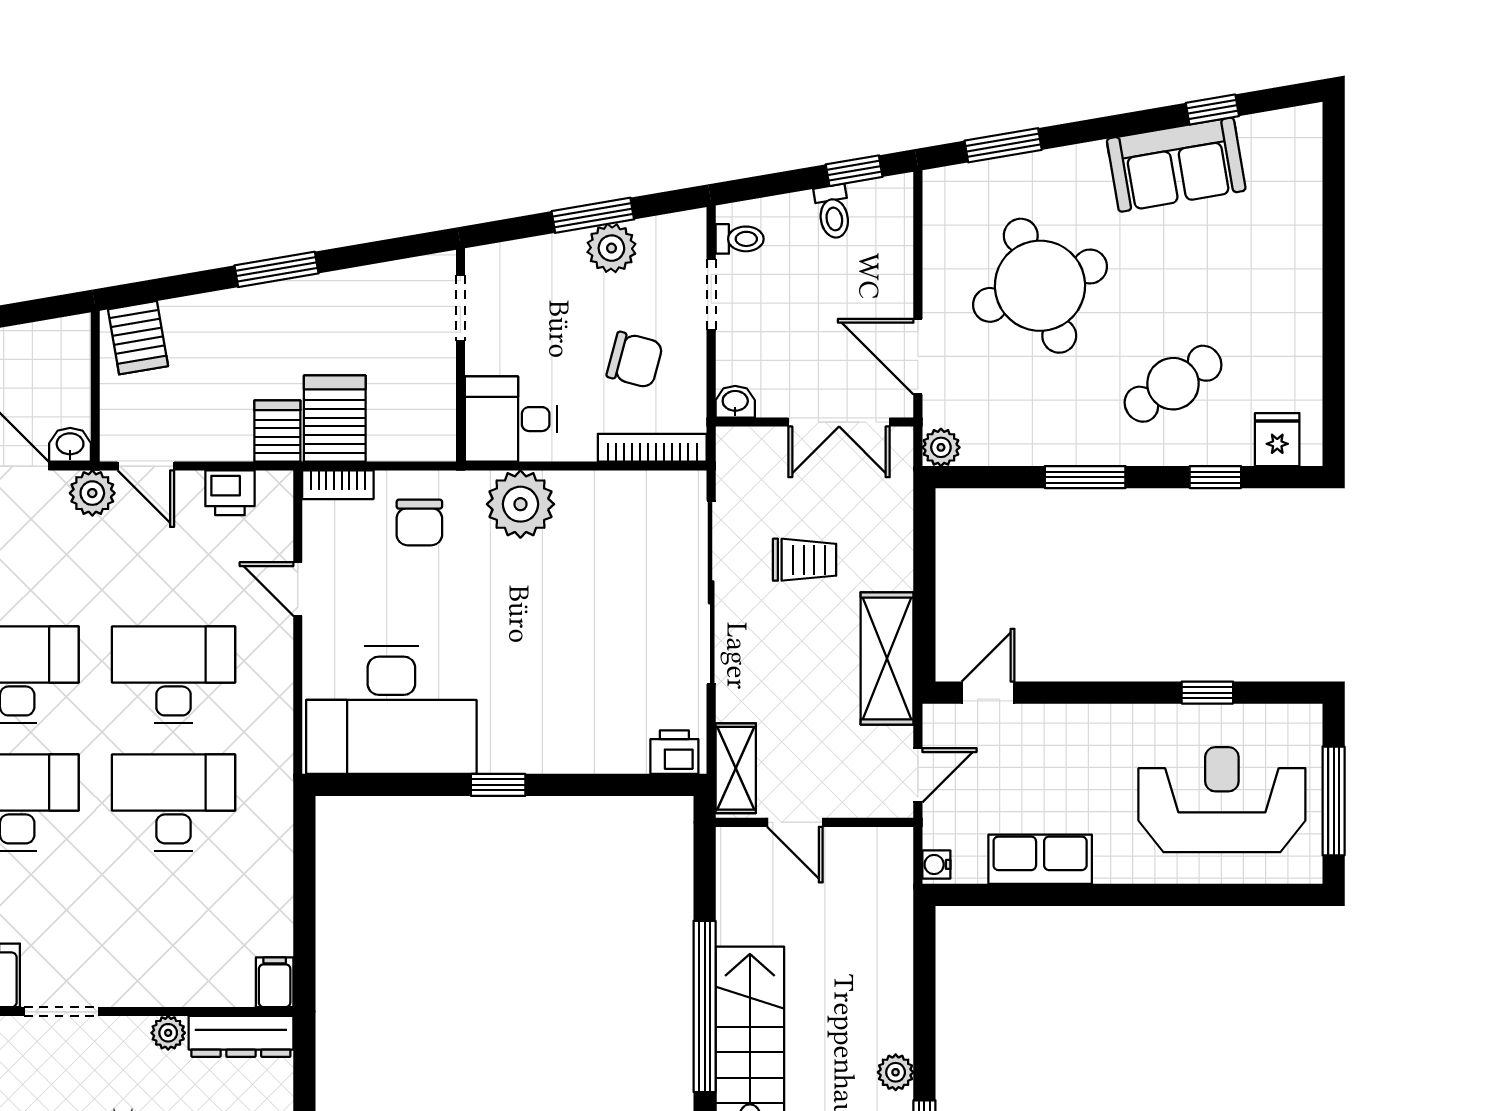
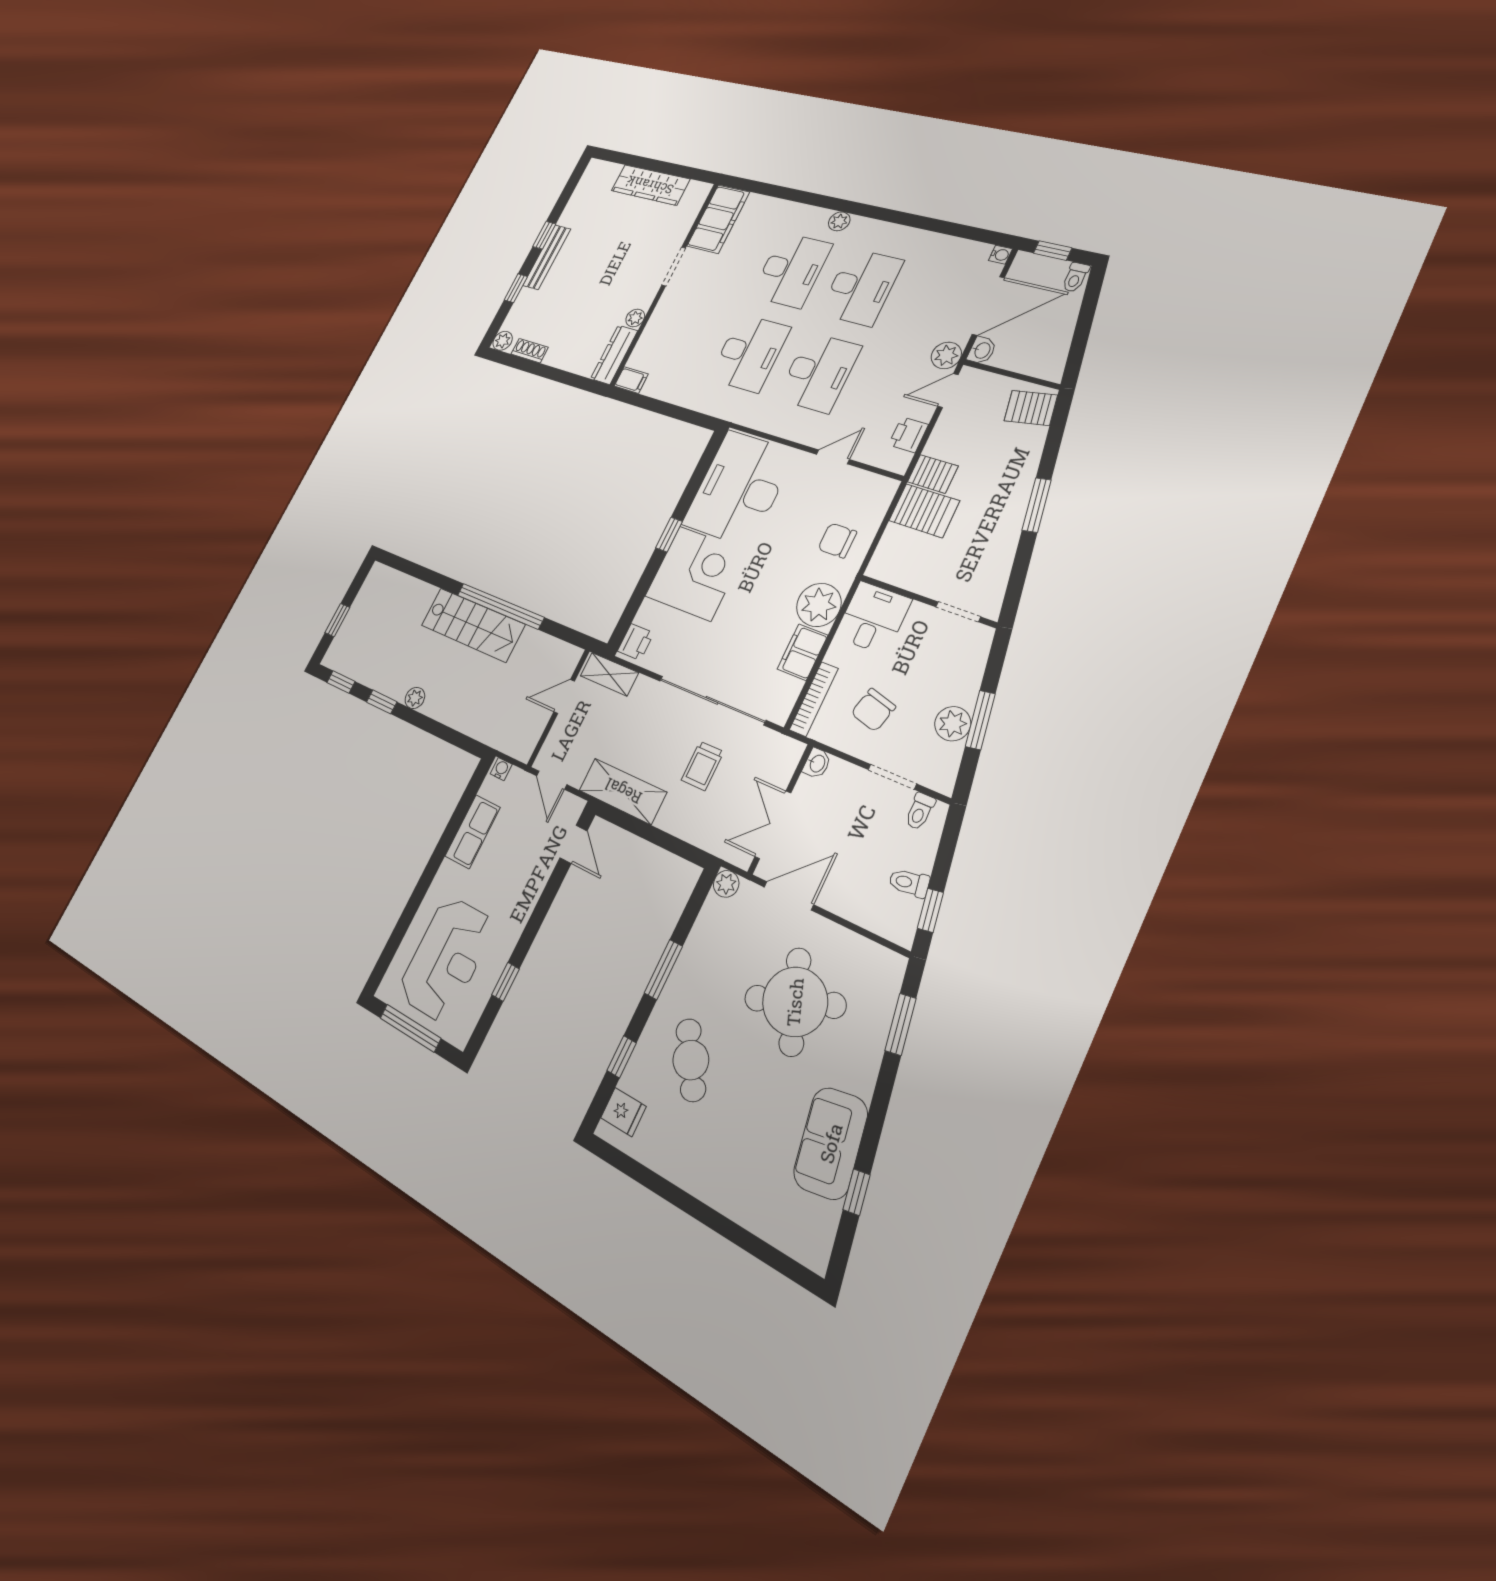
bookcase: (338, 485) -> (883, 500), removed
filing cabinet: (595, 495) -> (802, 652), added
corner desk: (541, 713) -> (695, 573), added

